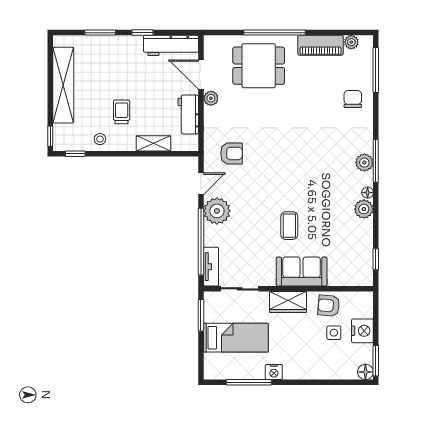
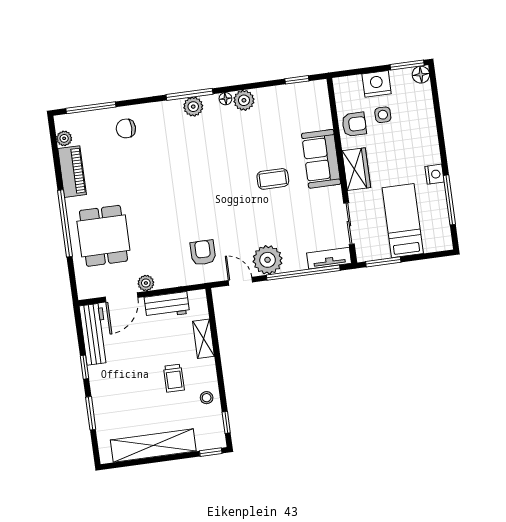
trolley: (122, 112) -> (174, 378), turned -90
armchair: (329, 306) -> (354, 124), turned -95

